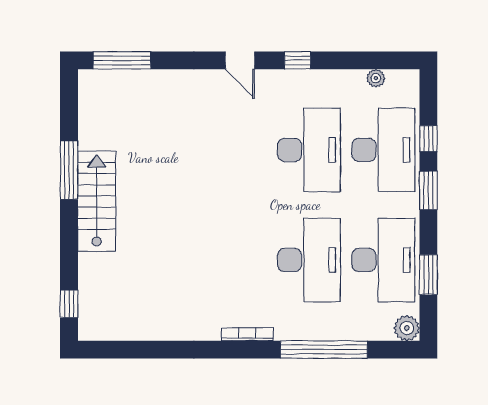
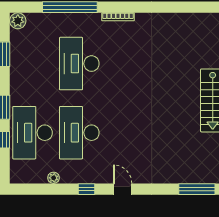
plant: (376, 78) -> (54, 178), moved
desk: (383, 260) -> (33, 64), removed

